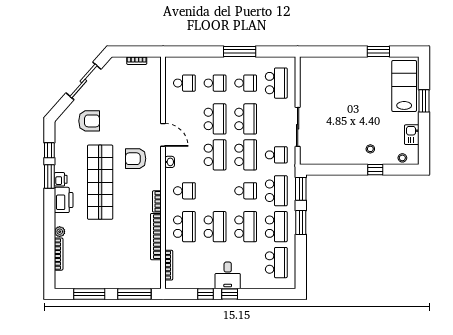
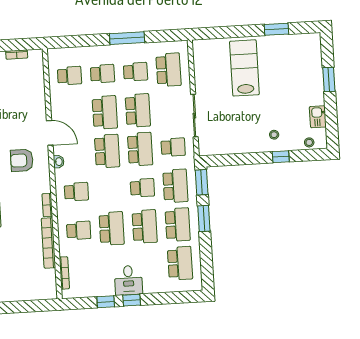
lab bench: (404, 86) -> (244, 68), moved
school desk: (184, 227) -> (79, 230), width x0.54
window: (134, 294) -> (29, 306), removed

